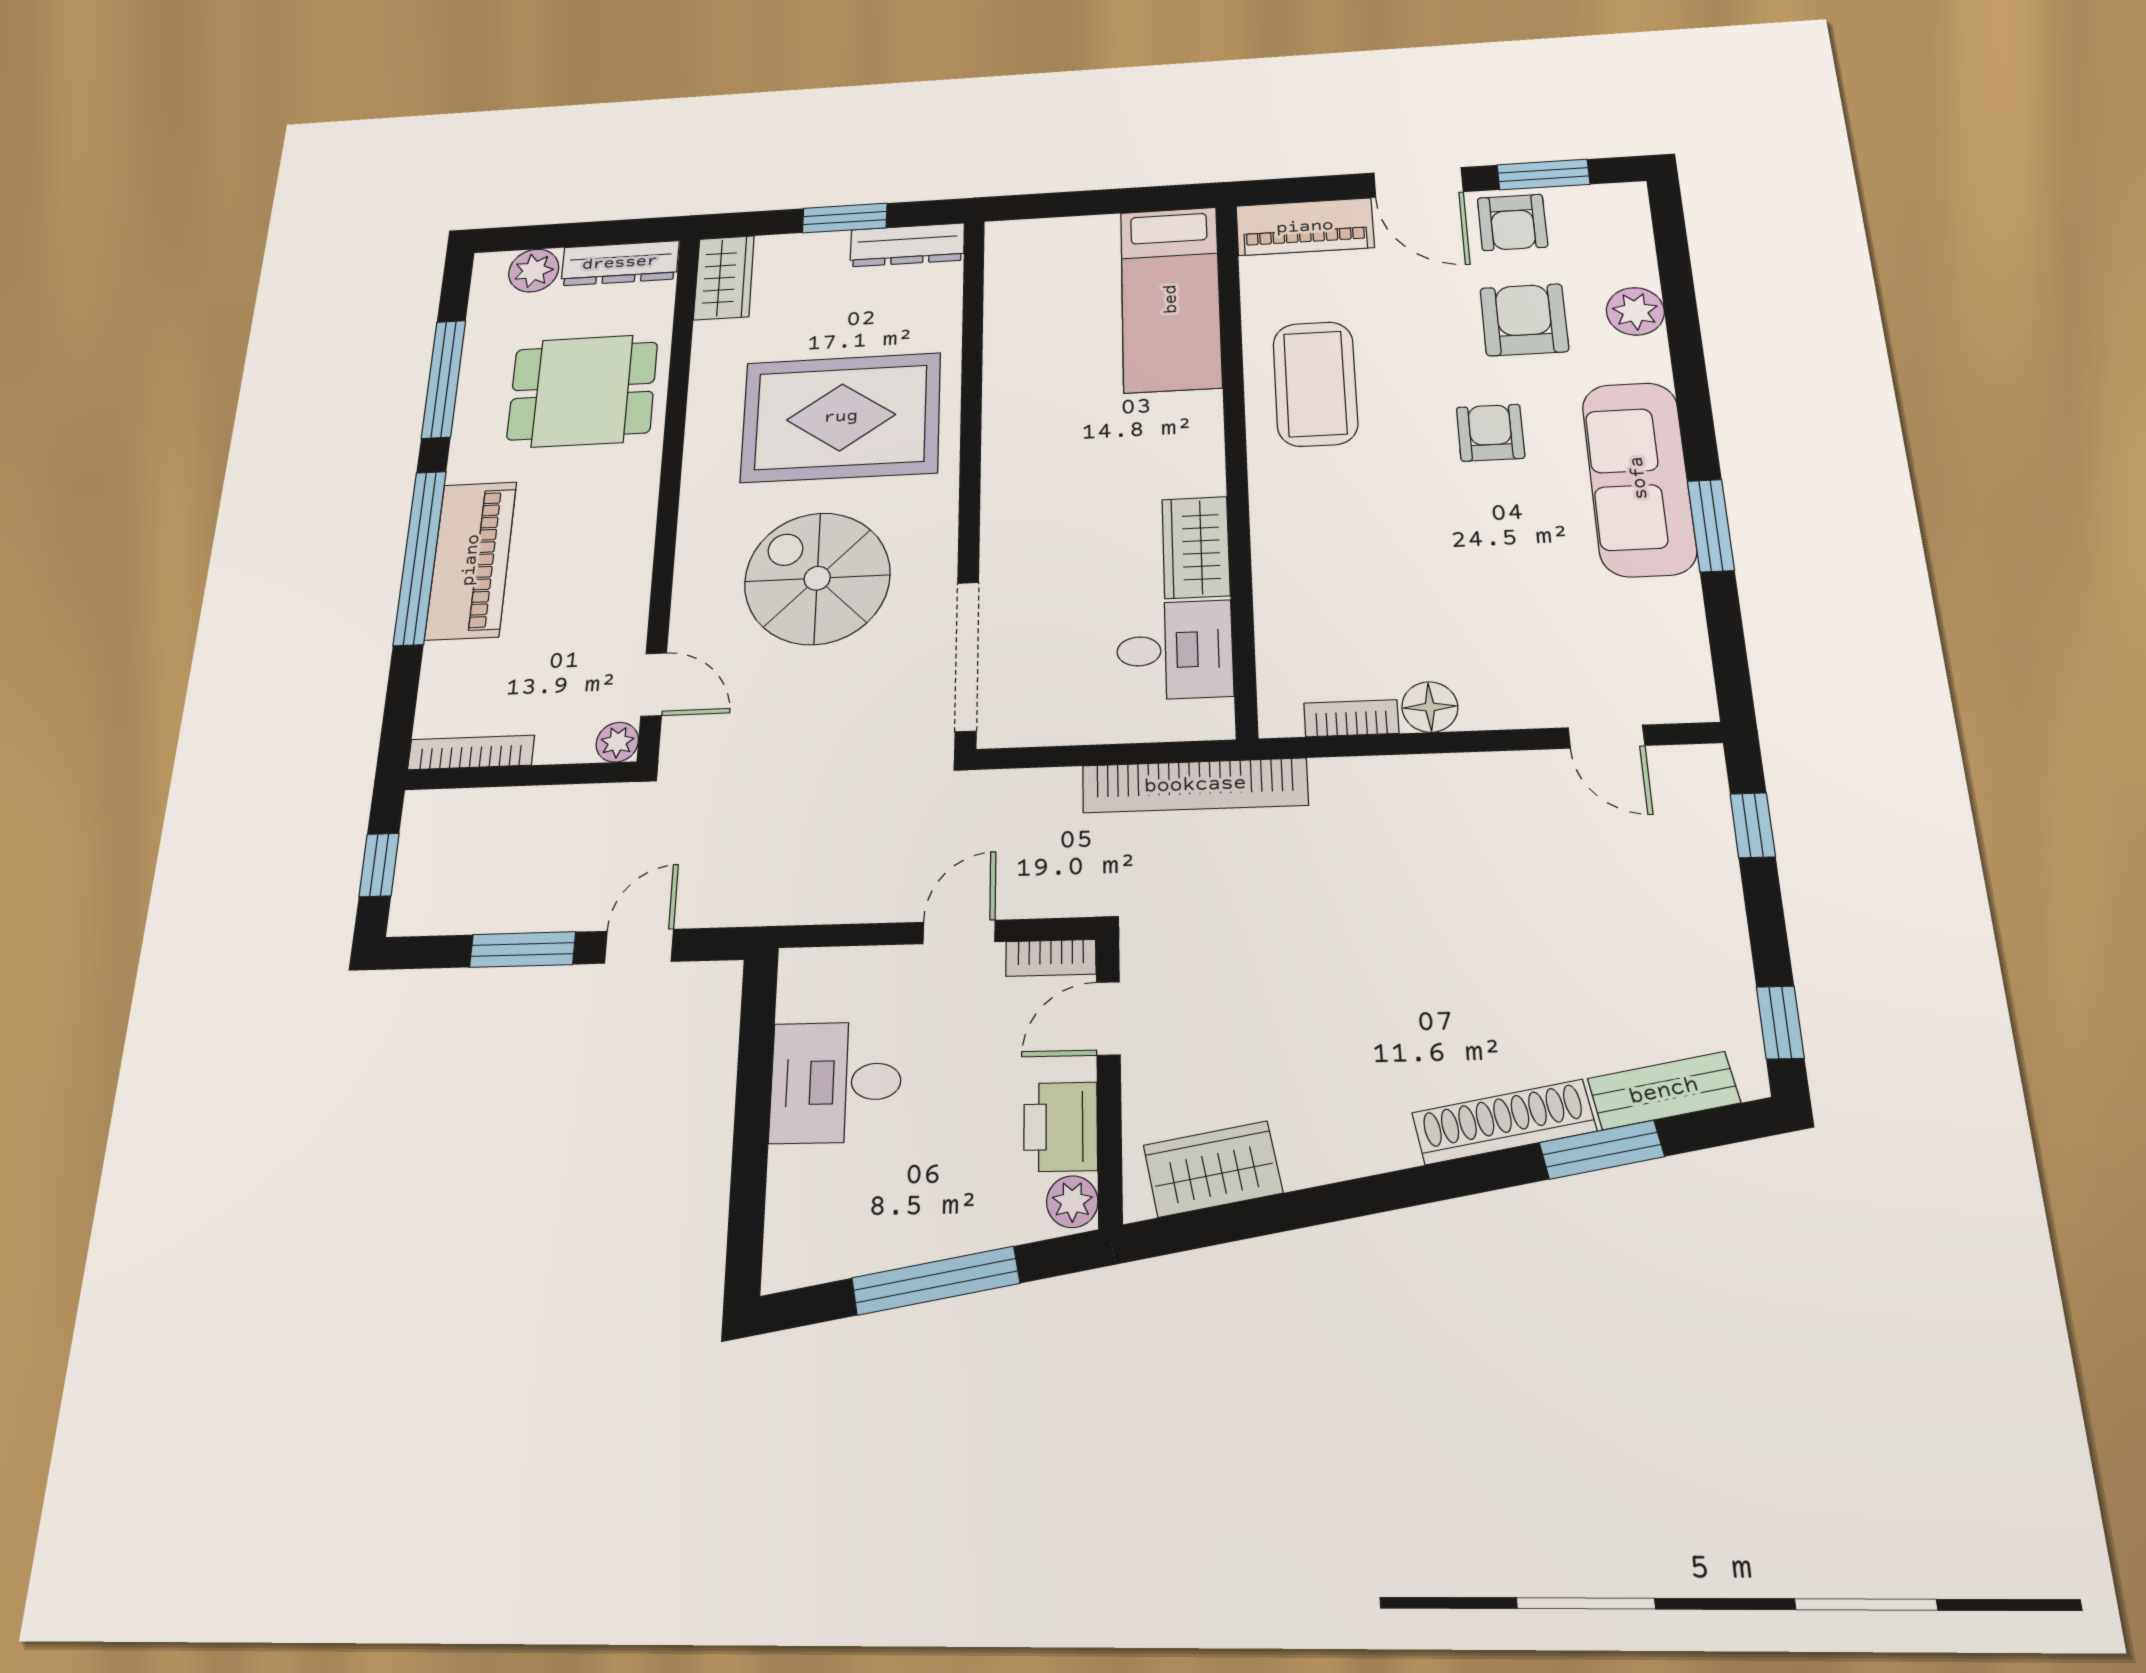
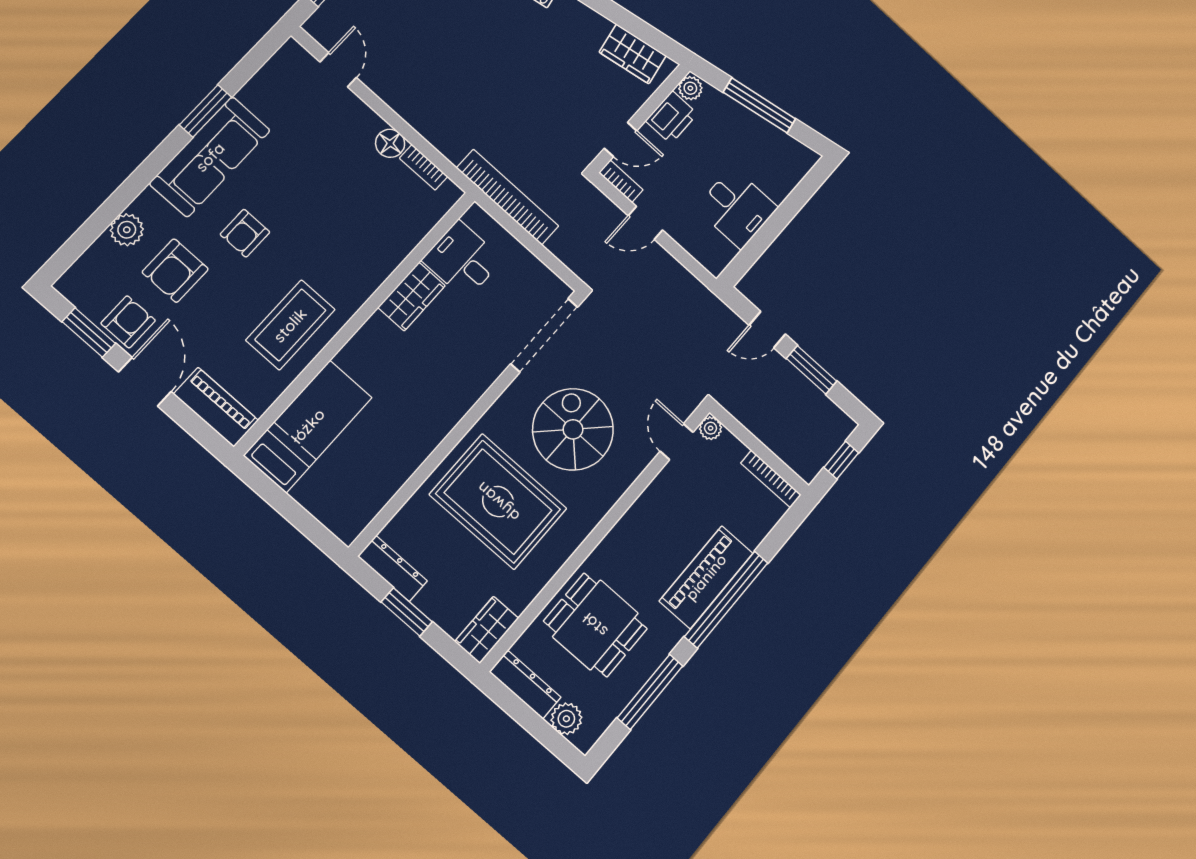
spiral stairs: (817, 578) -> (573, 429), turned 180

